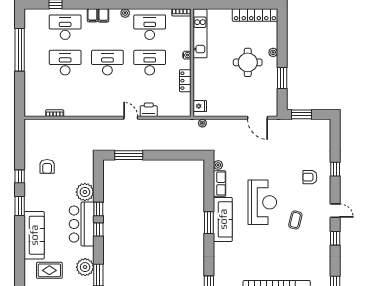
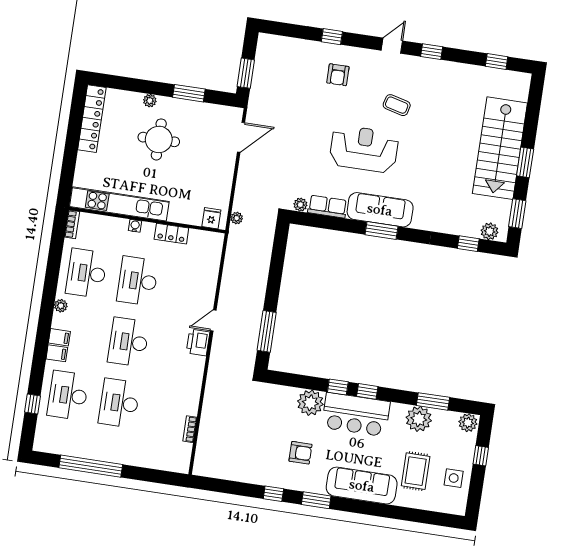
kitchen unit: (200, 33) -> (119, 204), width x1.36
printer: (149, 110) -> (198, 342), moved
armchair: (47, 166) -> (300, 453), moved

